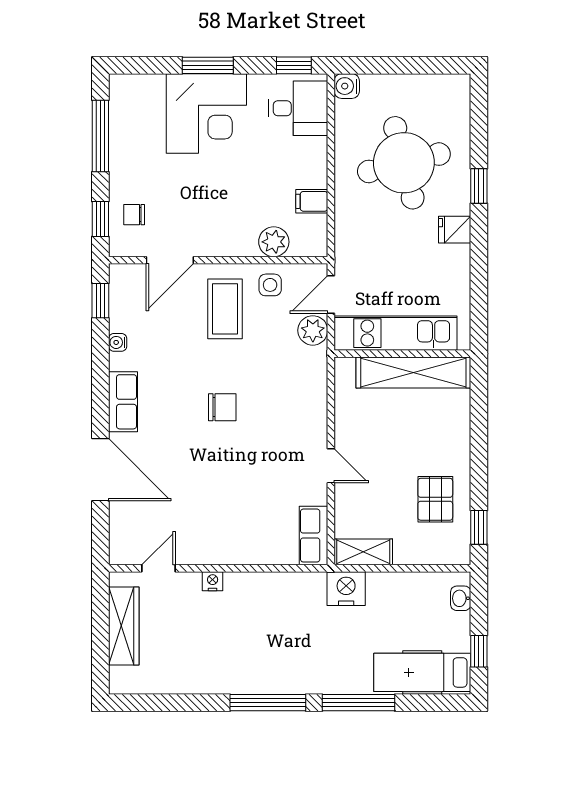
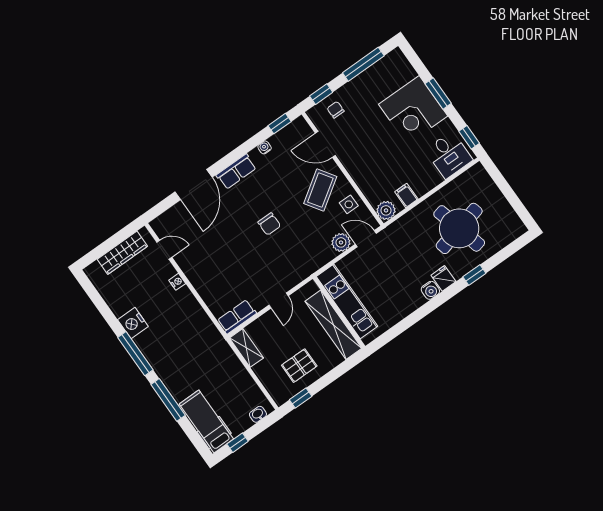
water cooler: (347, 86) -> (430, 290), moved, turned 180
plant: (274, 242) -> (386, 210), moved
coffee table: (225, 309) -> (320, 190), turned -34
kitchen unit: (396, 333) -> (347, 301), moved
wall: (402, 354) -> (339, 312), moved
shelving: (413, 373) -> (333, 325), moved
nightstand: (346, 589) -> (133, 323), moved, turned 180

